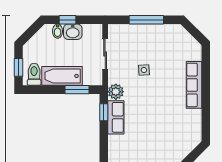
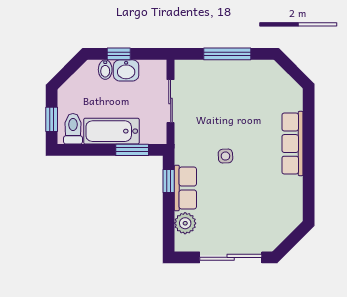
side table: (144, 70) -> (225, 156), moved
plant: (116, 92) -> (185, 223), moved

